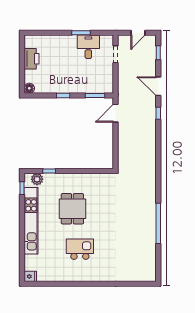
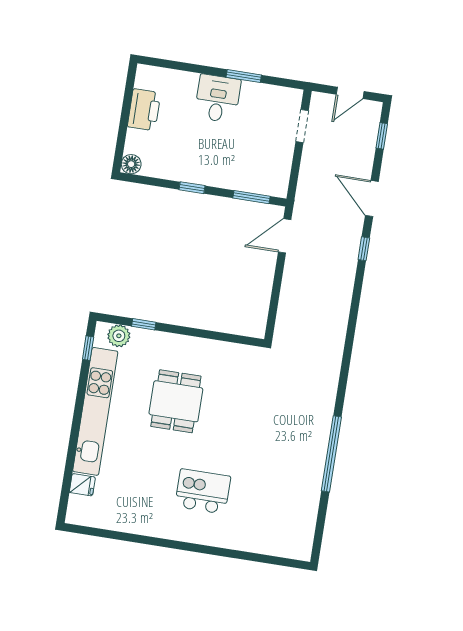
desk: (88, 47) -> (218, 99), moved
kitchen island: (80, 249) -> (203, 491), moved
fridge: (30, 276) -> (82, 485), moved

